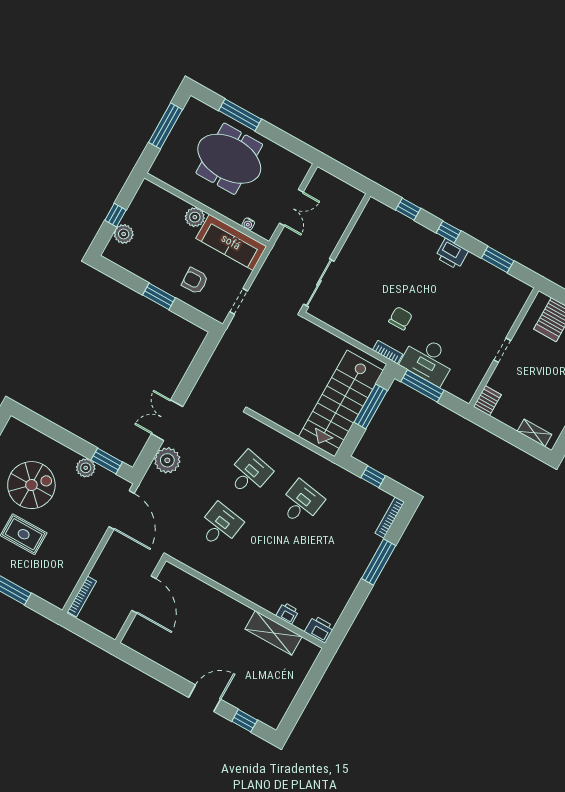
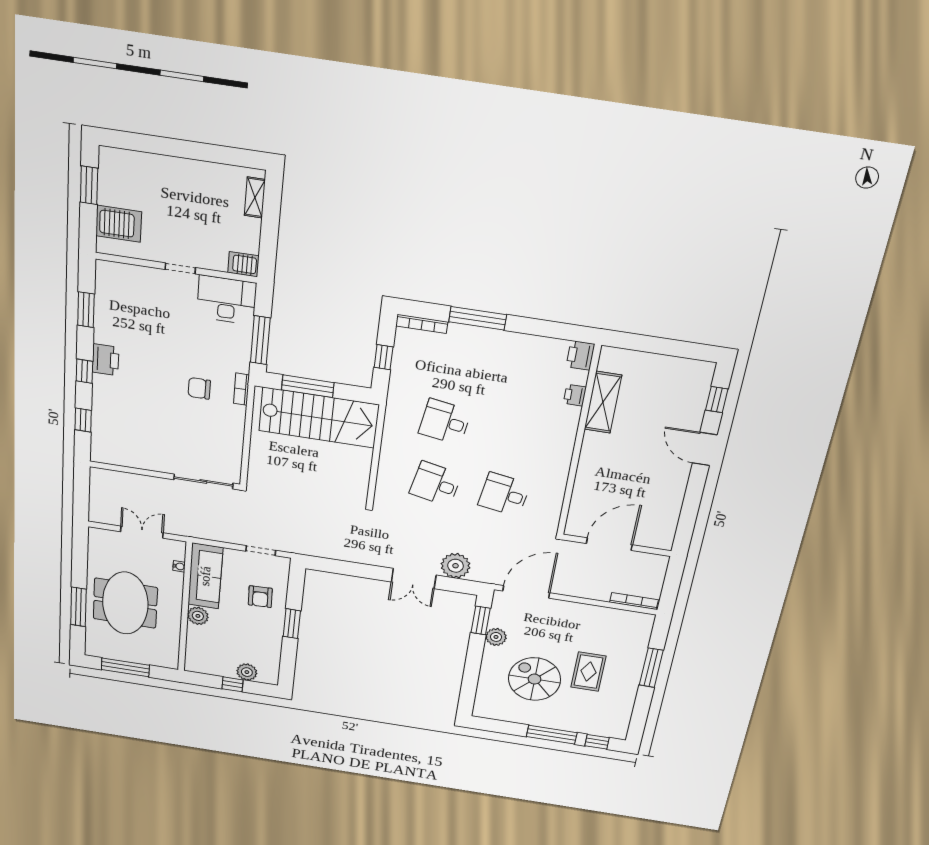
desk: (428, 360) -> (227, 300), moved, turned -90

